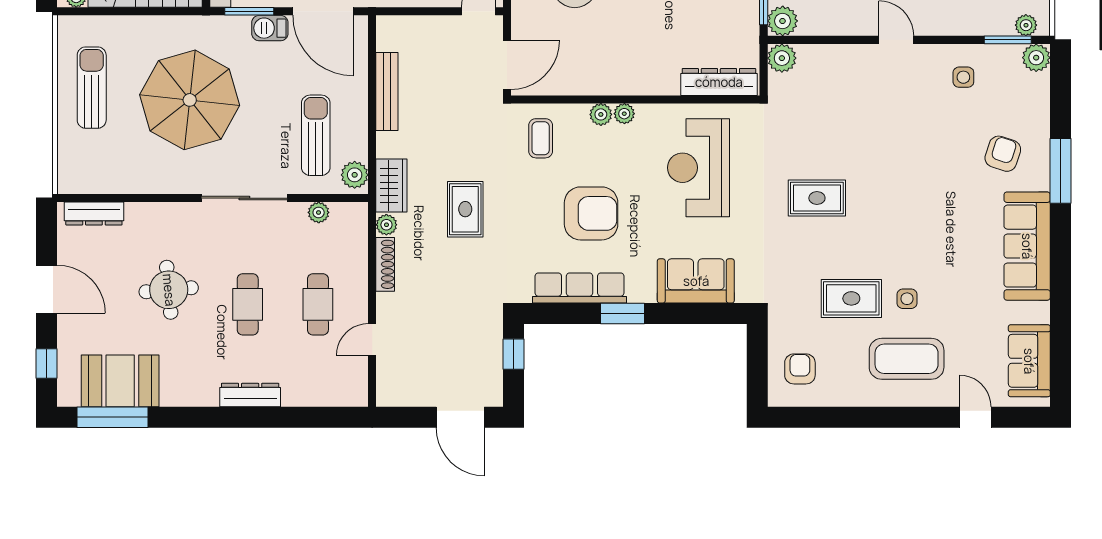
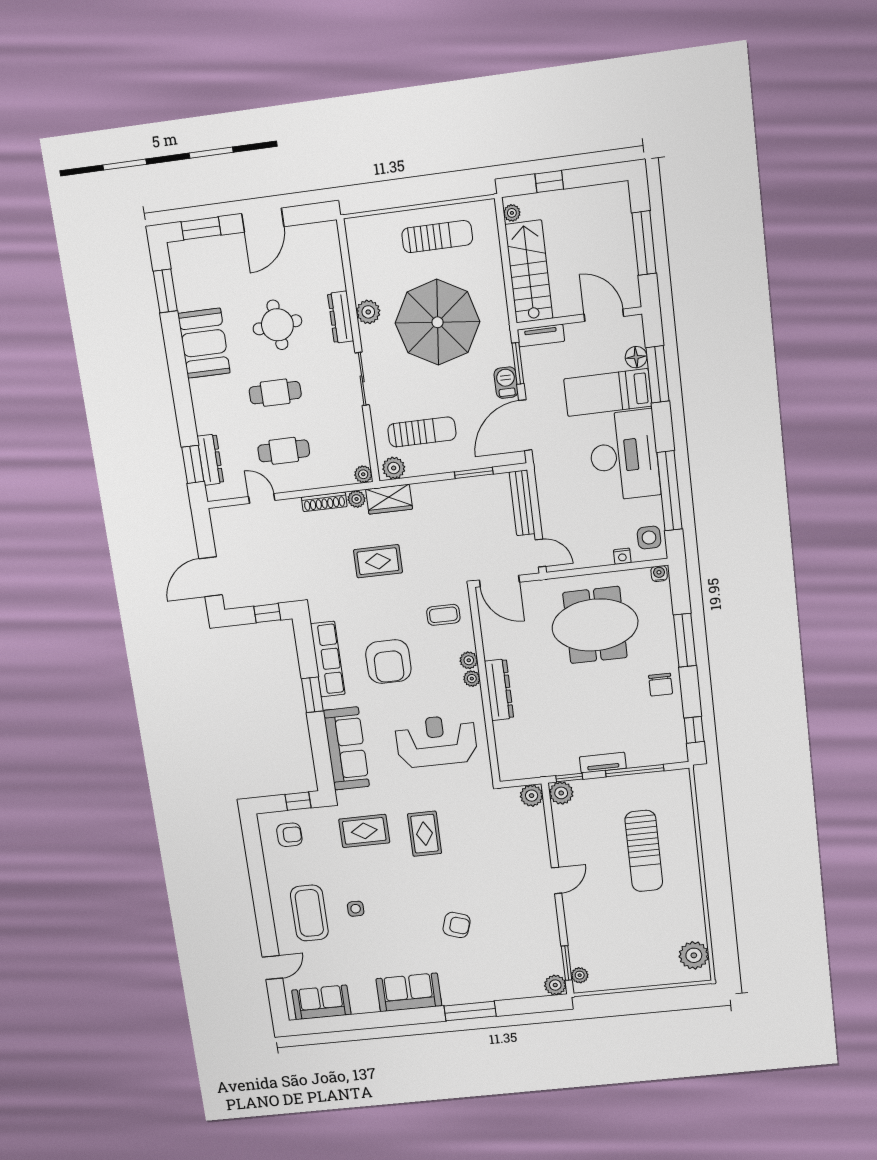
side table: (963, 77) -> (533, 933), removed
window: (372, 80) -> (474, 473), added
dresser: (719, 82) -> (499, 690), moved
bench: (387, 91) -> (522, 503), moved, turned 90
armchair: (1003, 154) -> (457, 925), moved
plant: (167, 180) -> (368, 312), added
sliding door: (244, 198) -> (362, 379), width x0.73
plant: (319, 212) -> (363, 474), moved
dresser: (94, 214) -> (341, 317), moved
sofa: (1027, 246) -> (409, 992), width x0.73
sofa: (696, 281) -> (346, 749), width x1.36
rug: (851, 298) -> (364, 831), moved, turned 90
window: (757, 351) -> (298, 801), added
window: (47, 363) -> (201, 228), width x1.50
booth: (120, 381) -> (204, 343), moved
dresser: (250, 395) -> (210, 460), moved
window: (113, 417) -> (165, 291), width x0.69
window: (321, 417) -> (193, 464), added

